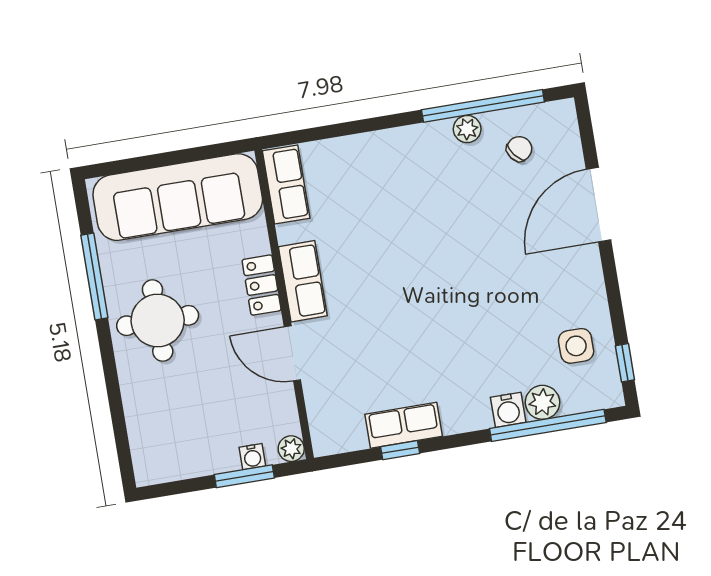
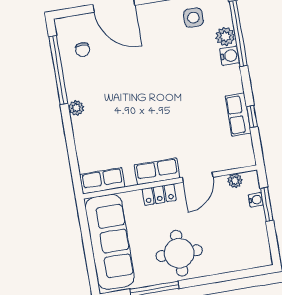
plant: (467, 129) -> (76, 108), moved
chair: (519, 149) -> (82, 50), turned -142
plant: (291, 449) -> (235, 181), moved

